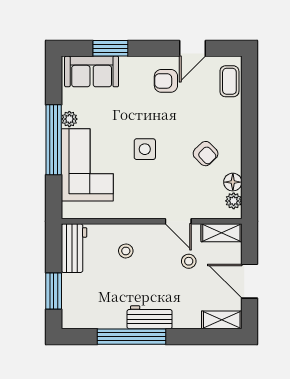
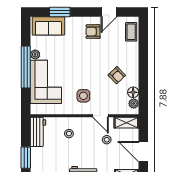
side table: (145, 149) -> (83, 96), moved

